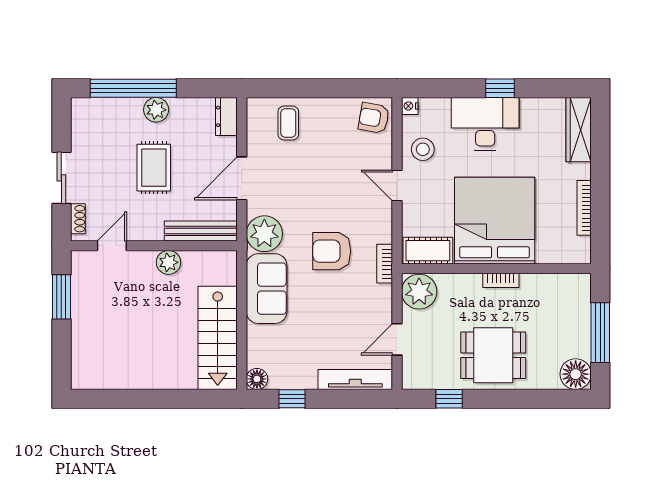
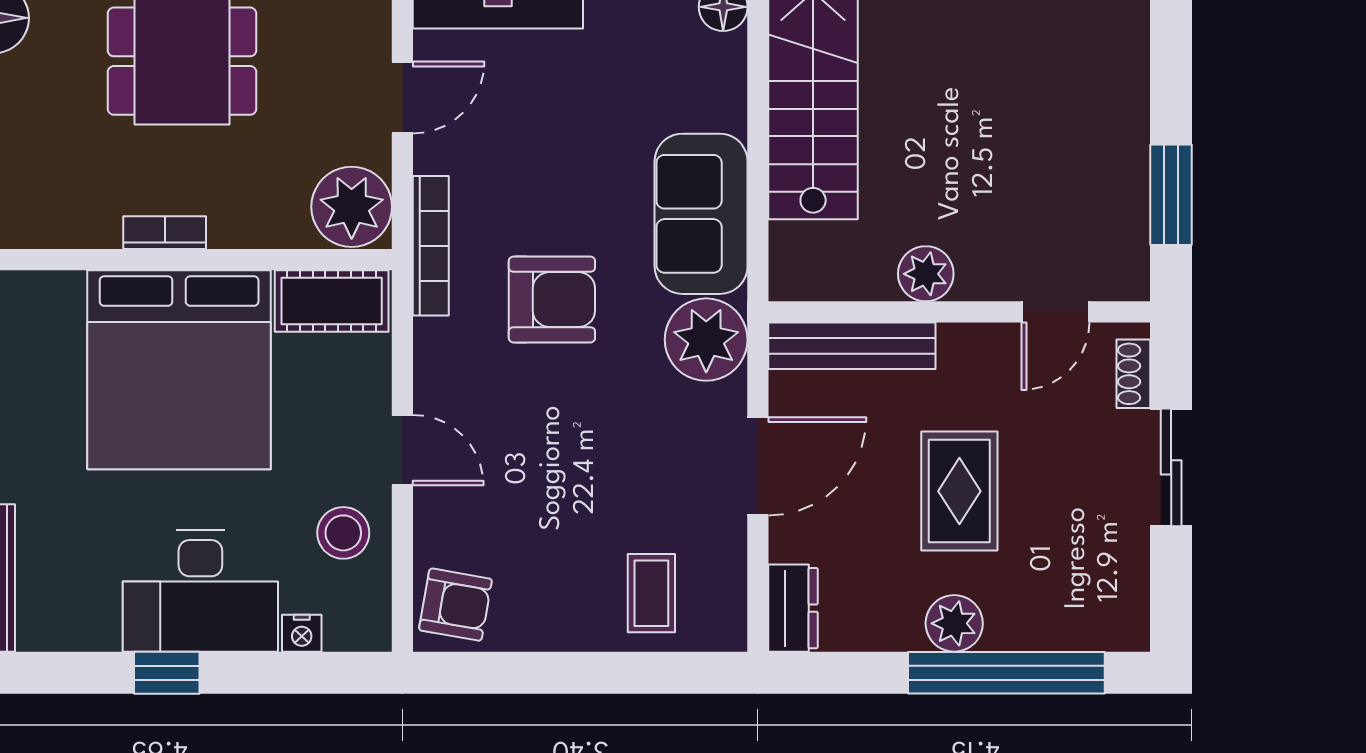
nightstand: (410, 106) -> (302, 633), moved, turned 90
bookcase: (385, 264) -> (431, 246), width x1.56

